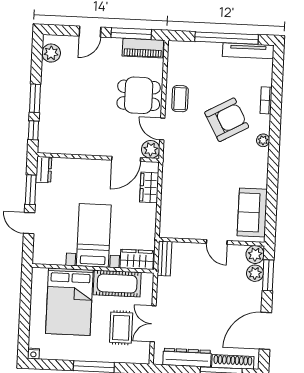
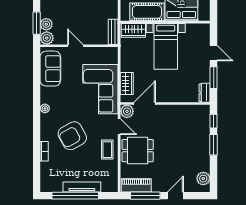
tv unit: (248, 51) -> (82, 187), moved
plant: (263, 140) -> (45, 108), moved
corner sofa: (185, 181) -> (100, 89), added

